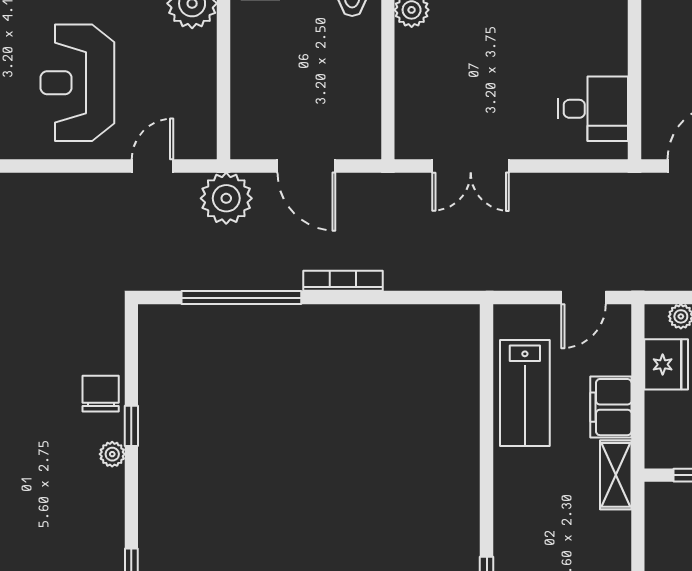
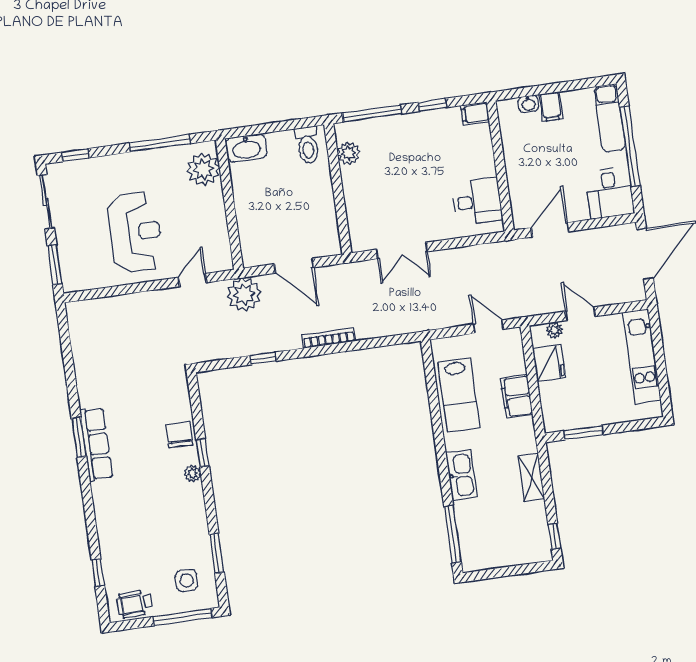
reception desk: (77, 83) -> (135, 232), turned 180
window: (241, 298) -> (263, 358), width x0.32
door: (584, 298) -> (489, 327), swing flipped
shelving: (616, 475) -> (531, 477), moved
kitchen sink: (512, 513) -> (461, 475), added

